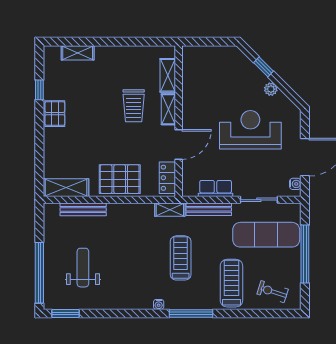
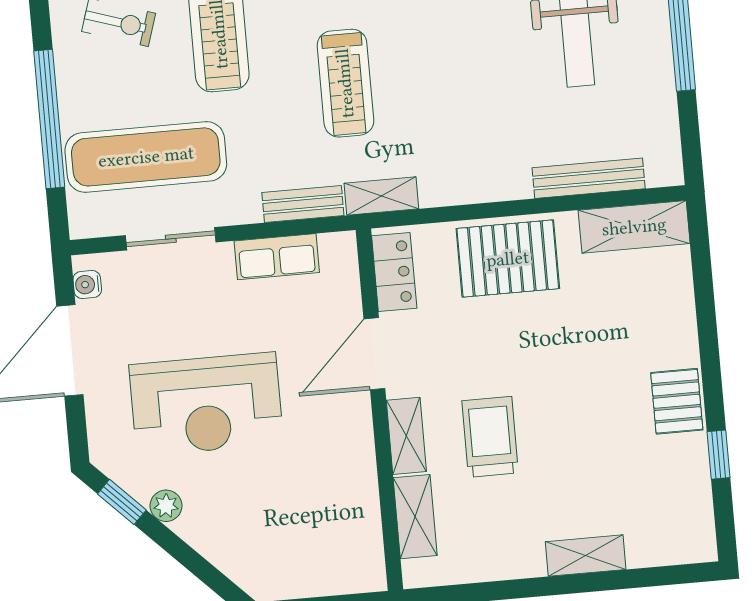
shelving: (78, 53) -> (586, 556), moved
window: (263, 67) -> (122, 502), moved
bench: (209, 209) -> (303, 204), width x0.73

